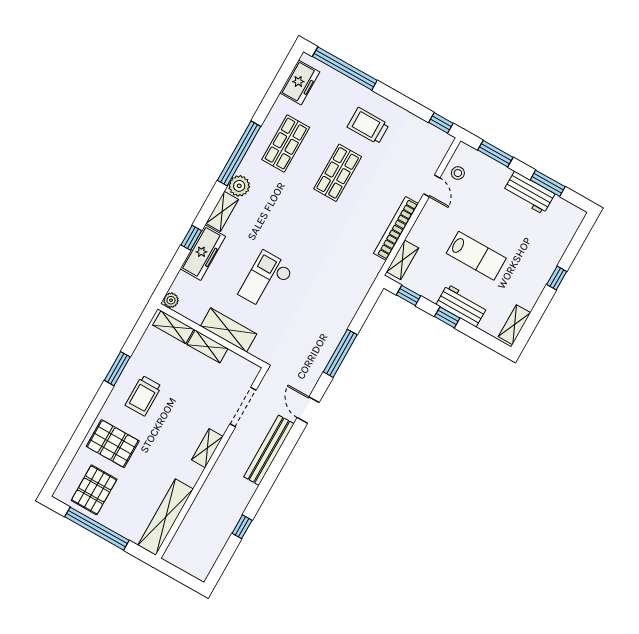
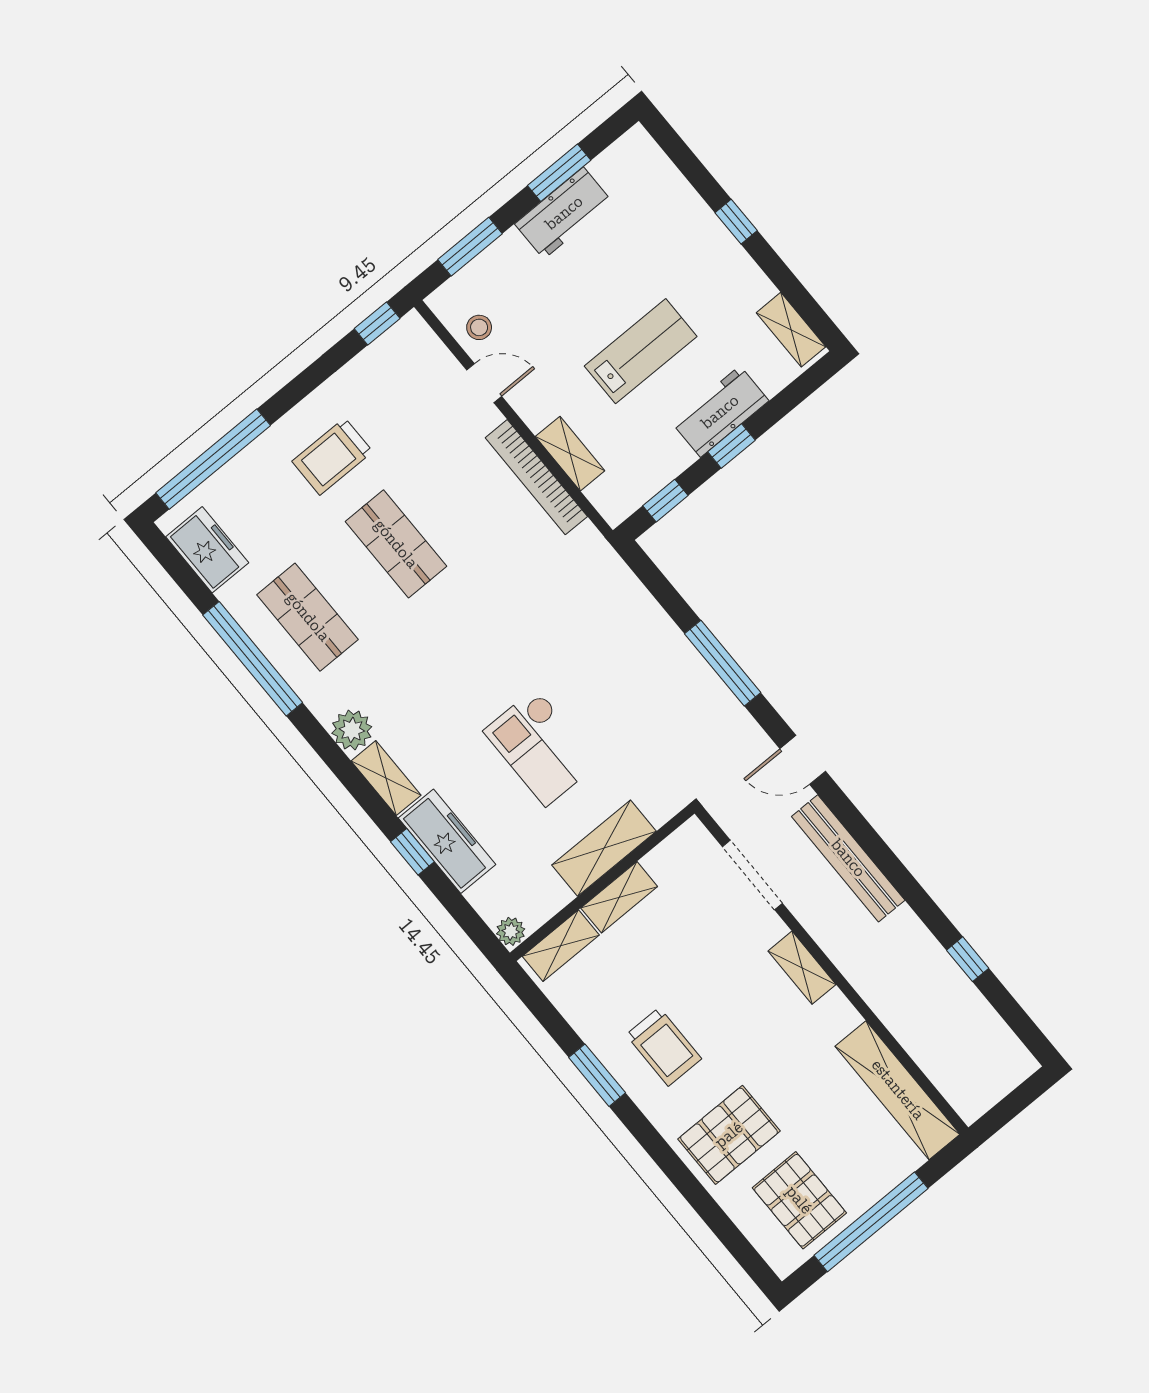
window: (239, 153) -> (253, 659), moved
shelving: (403, 260) -> (570, 454), moved

